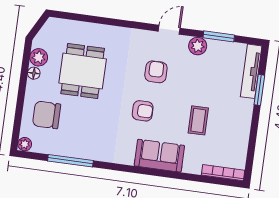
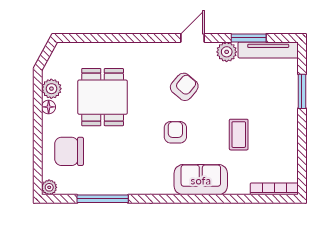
tv unit: (251, 71) -> (268, 50), moved, turned -90
armchair: (156, 72) -> (184, 87), turned 40
armchair: (143, 111) -> (175, 132), turned -90

